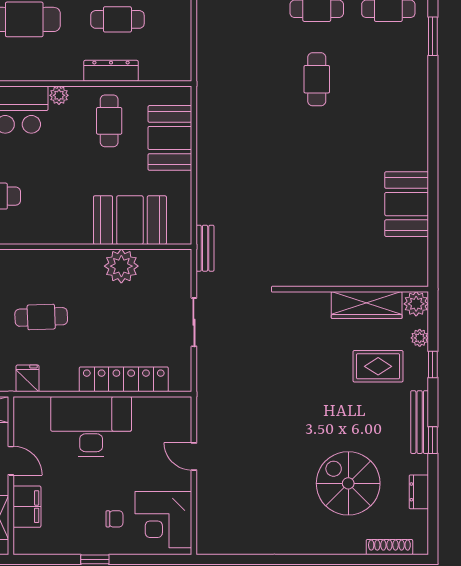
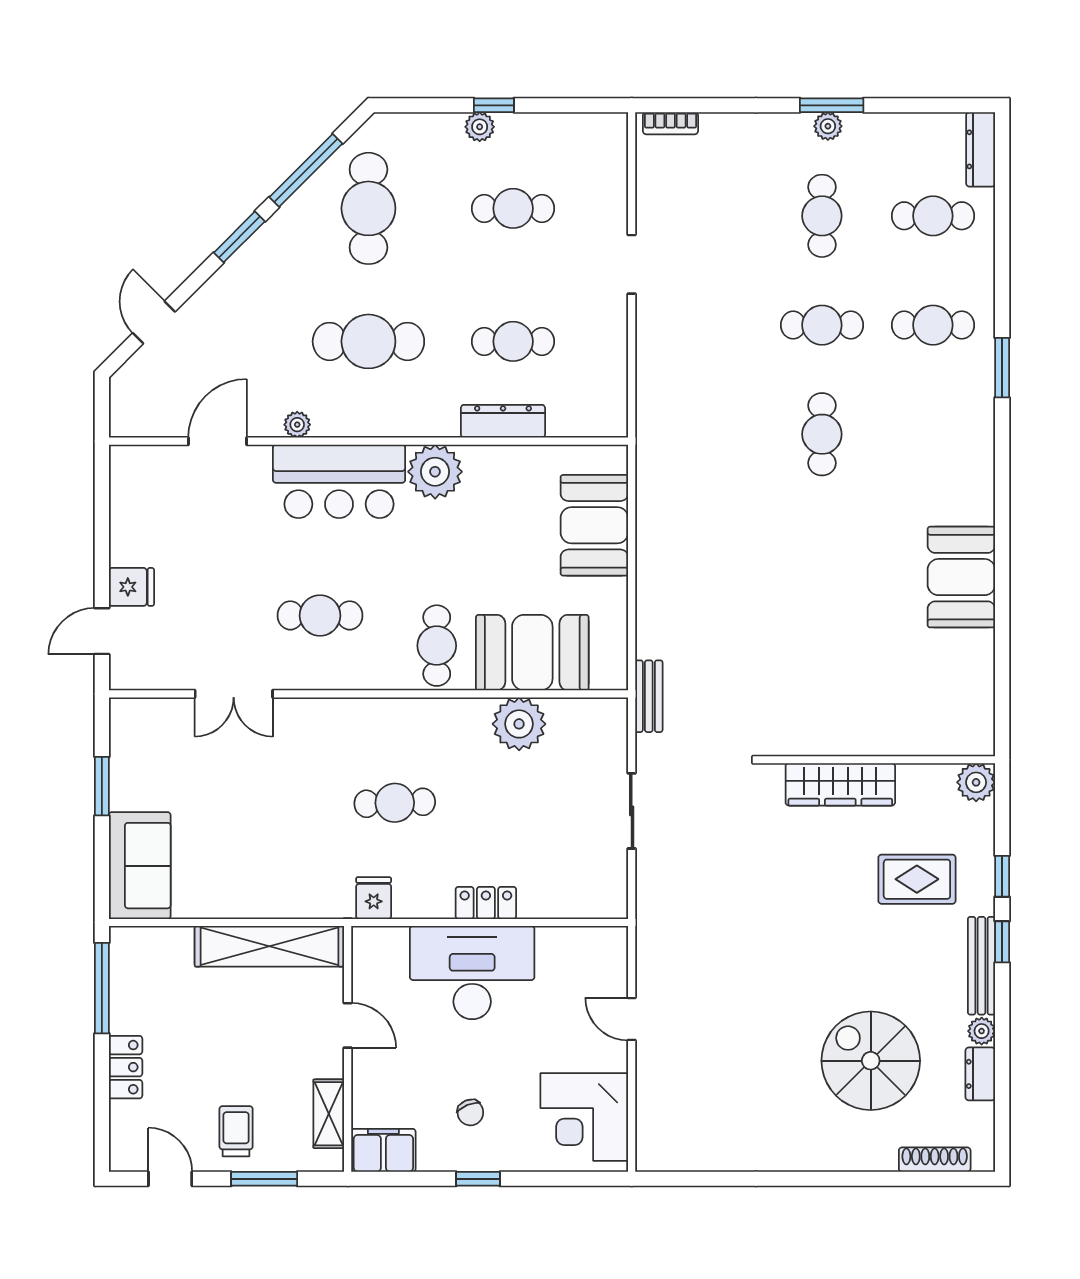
plant: (59, 95) -> (435, 472), width x1.88, depth x1.88
cafe table: (109, 121) -> (437, 646), moved
booth: (407, 204) -> (961, 577), moved
wardrobe: (367, 305) -> (840, 784), moved
plant: (420, 338) -> (982, 1031), moved
locker: (124, 379) -> (486, 903), width x0.46, depth x0.83
window: (433, 440) -> (1002, 942), moved
filing cabinet: (27, 507) -> (383, 1150), moved, turned -90
chair: (115, 519) -> (470, 1113), moved, turned 68

